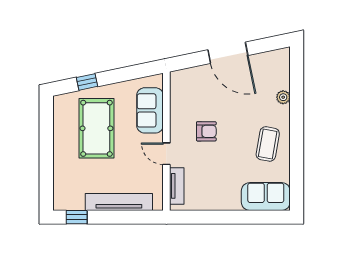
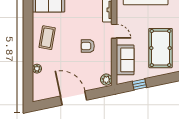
plant: (178, 81) -> (106, 80), added
window: (87, 82) -> (139, 84), moved

